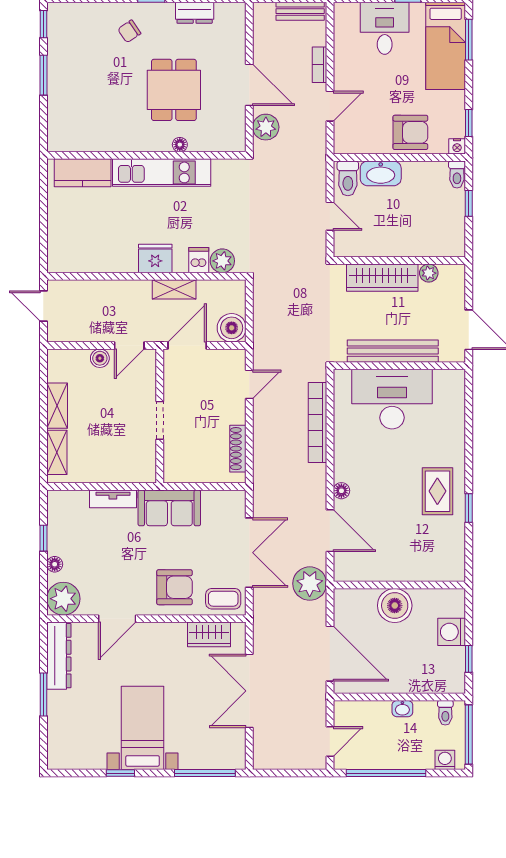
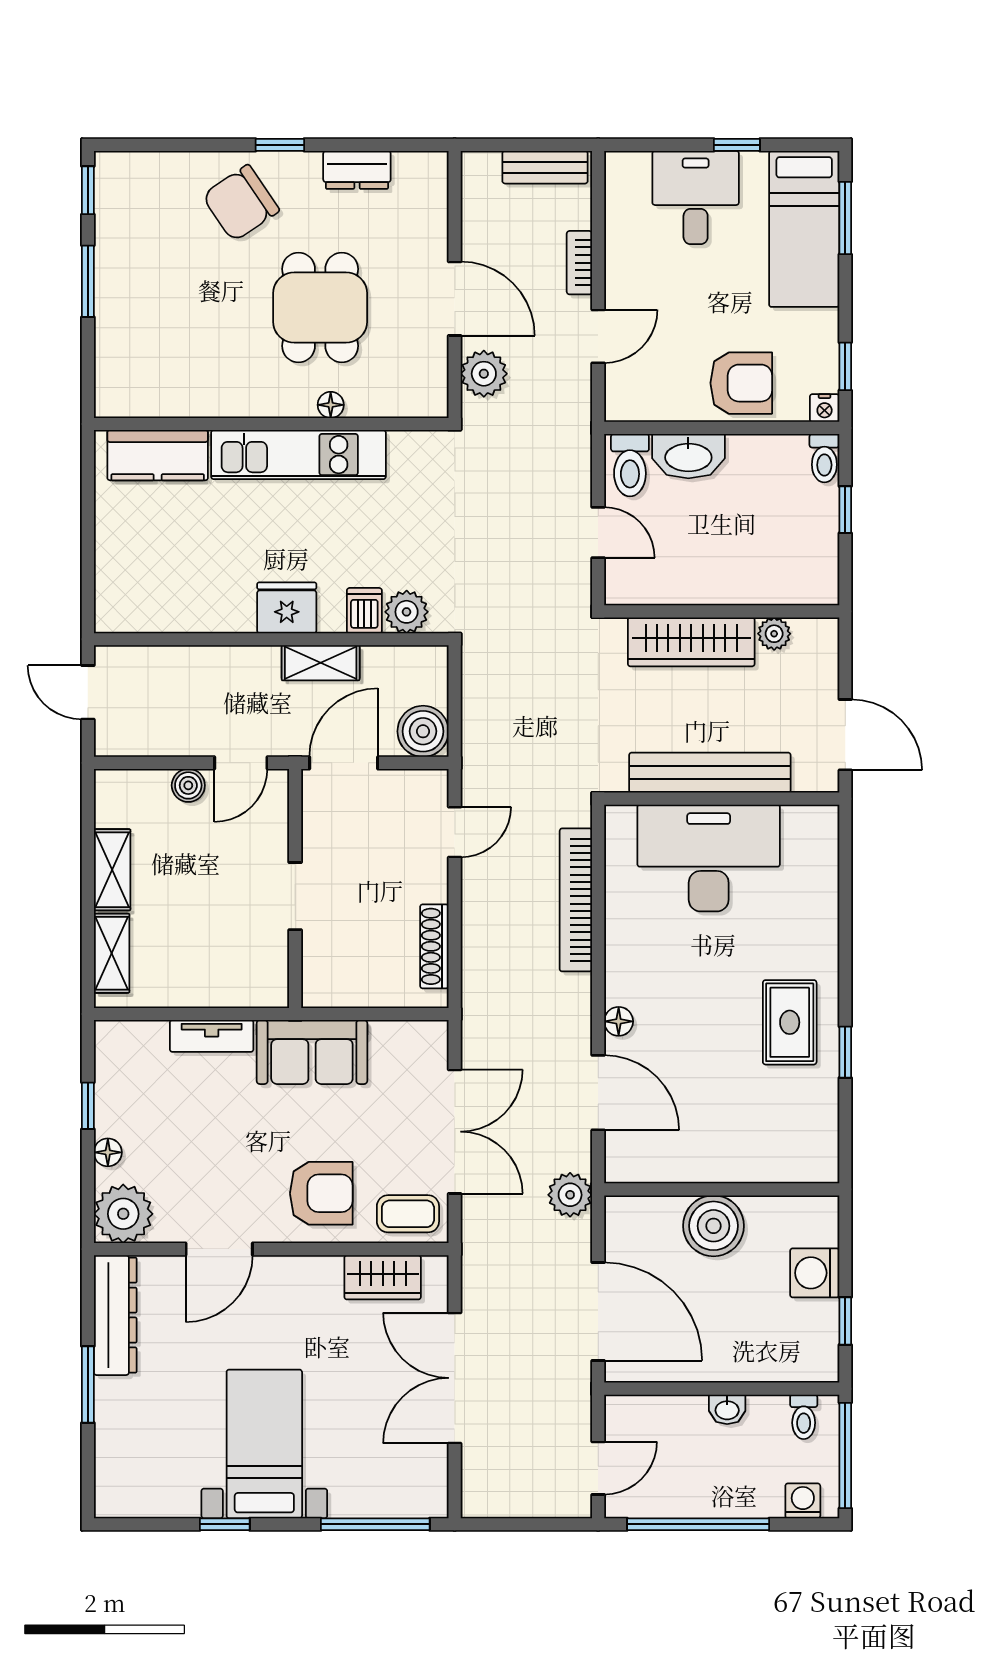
chair: (129, 31) -> (241, 203), width x1.87, depth x1.87
plant: (310, 584) -> (570, 1195), width x0.73, depth x0.73

